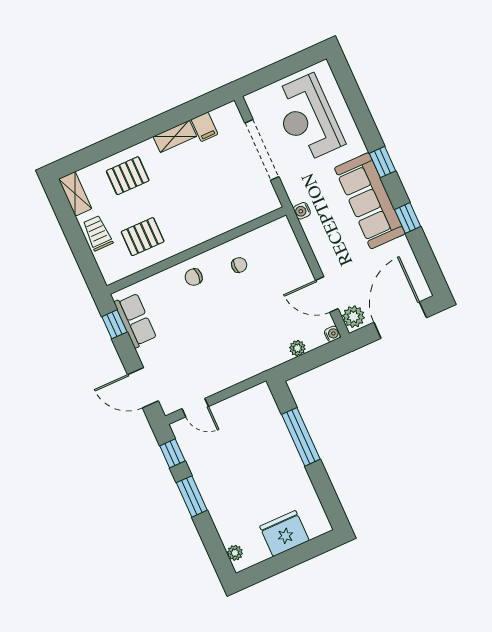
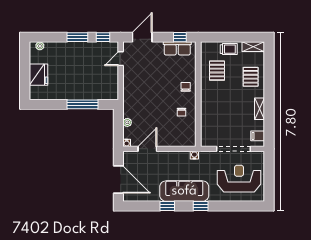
filing cabinet: (205, 127) -> (258, 136), moved
plant: (354, 317) -> (130, 157), removed

